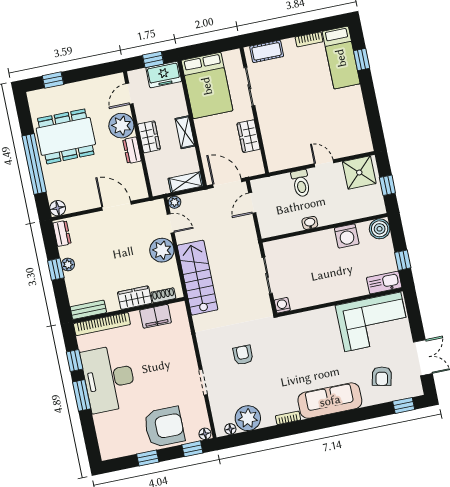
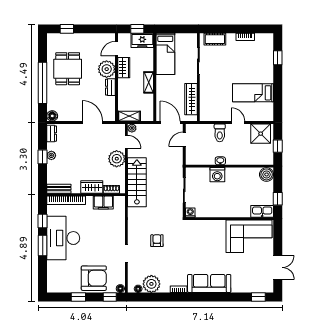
bed: (341, 58) -> (253, 93), moved, turned 90
bed: (207, 86) -> (165, 54), width x0.67
dining table: (66, 136) -> (68, 69), width x0.73
wardrobe: (249, 136) -> (191, 99), width x1.50
wardrobe: (149, 137) -> (124, 68), moved
shelving: (186, 182) -> (129, 116), moved
washing machine: (347, 236) -> (217, 175), moved
armchair: (382, 376) -> (248, 274), removed

